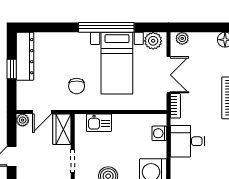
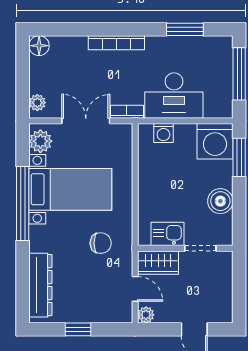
dresser: (25, 56) -> (40, 285), moved, turned 90
kitchen sink: (99, 123) -> (167, 234), moved, turned -90
desk: (188, 141) -> (174, 96), width x1.37

